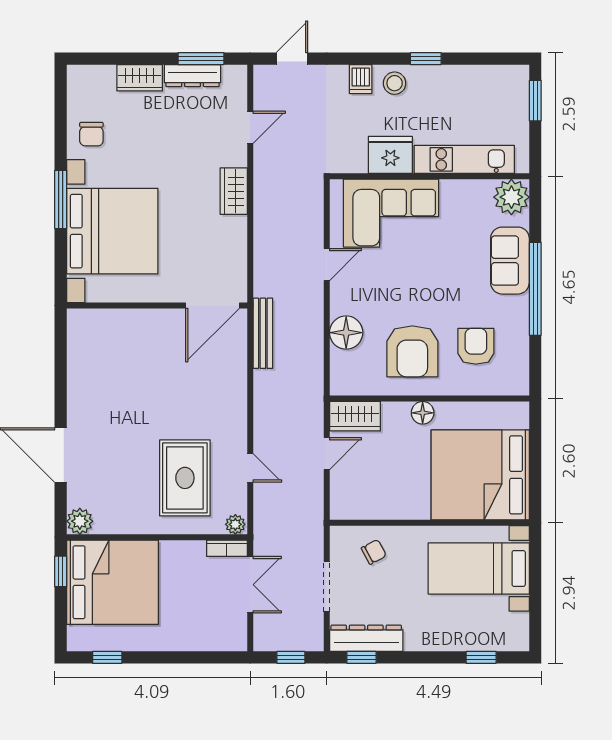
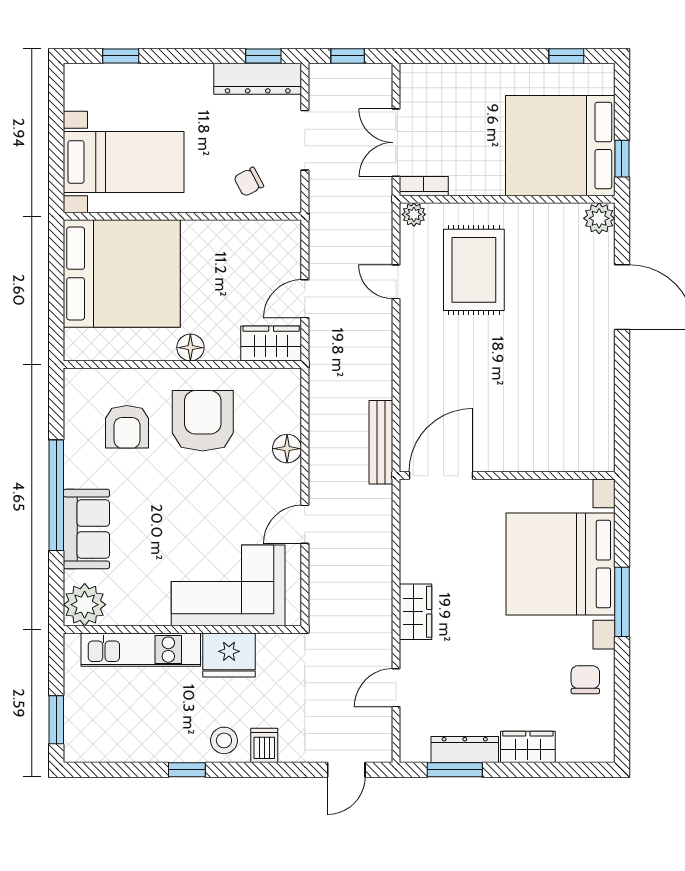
floor lamp: (346, 333) -> (287, 449), width x0.73, depth x0.73

